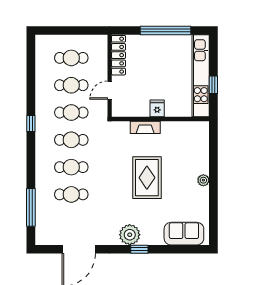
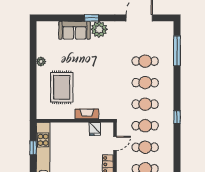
fridge: (157, 108) -> (95, 129), moved
rug: (147, 178) -> (62, 87), moved
plant: (203, 180) -> (41, 62), moved
sofa: (184, 234) -> (75, 30), moved

